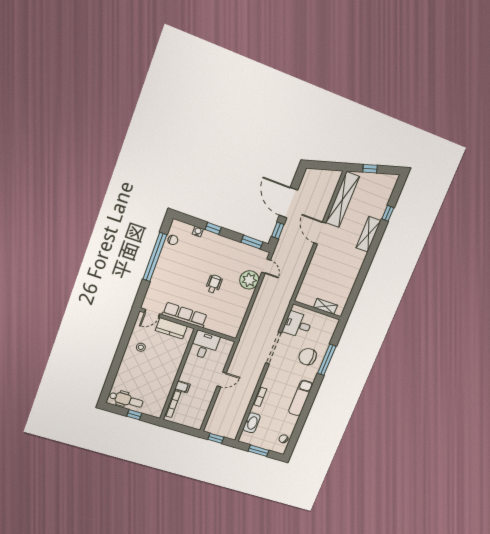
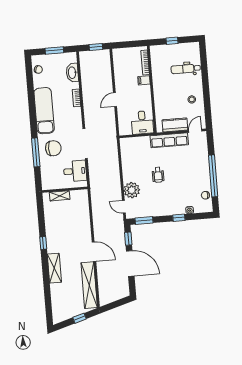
window: (388, 213) -> (43, 243), moved
exam couch: (301, 398) -> (44, 111), width x1.36, depth x1.45
dental chair: (126, 400) -> (186, 69), moved

